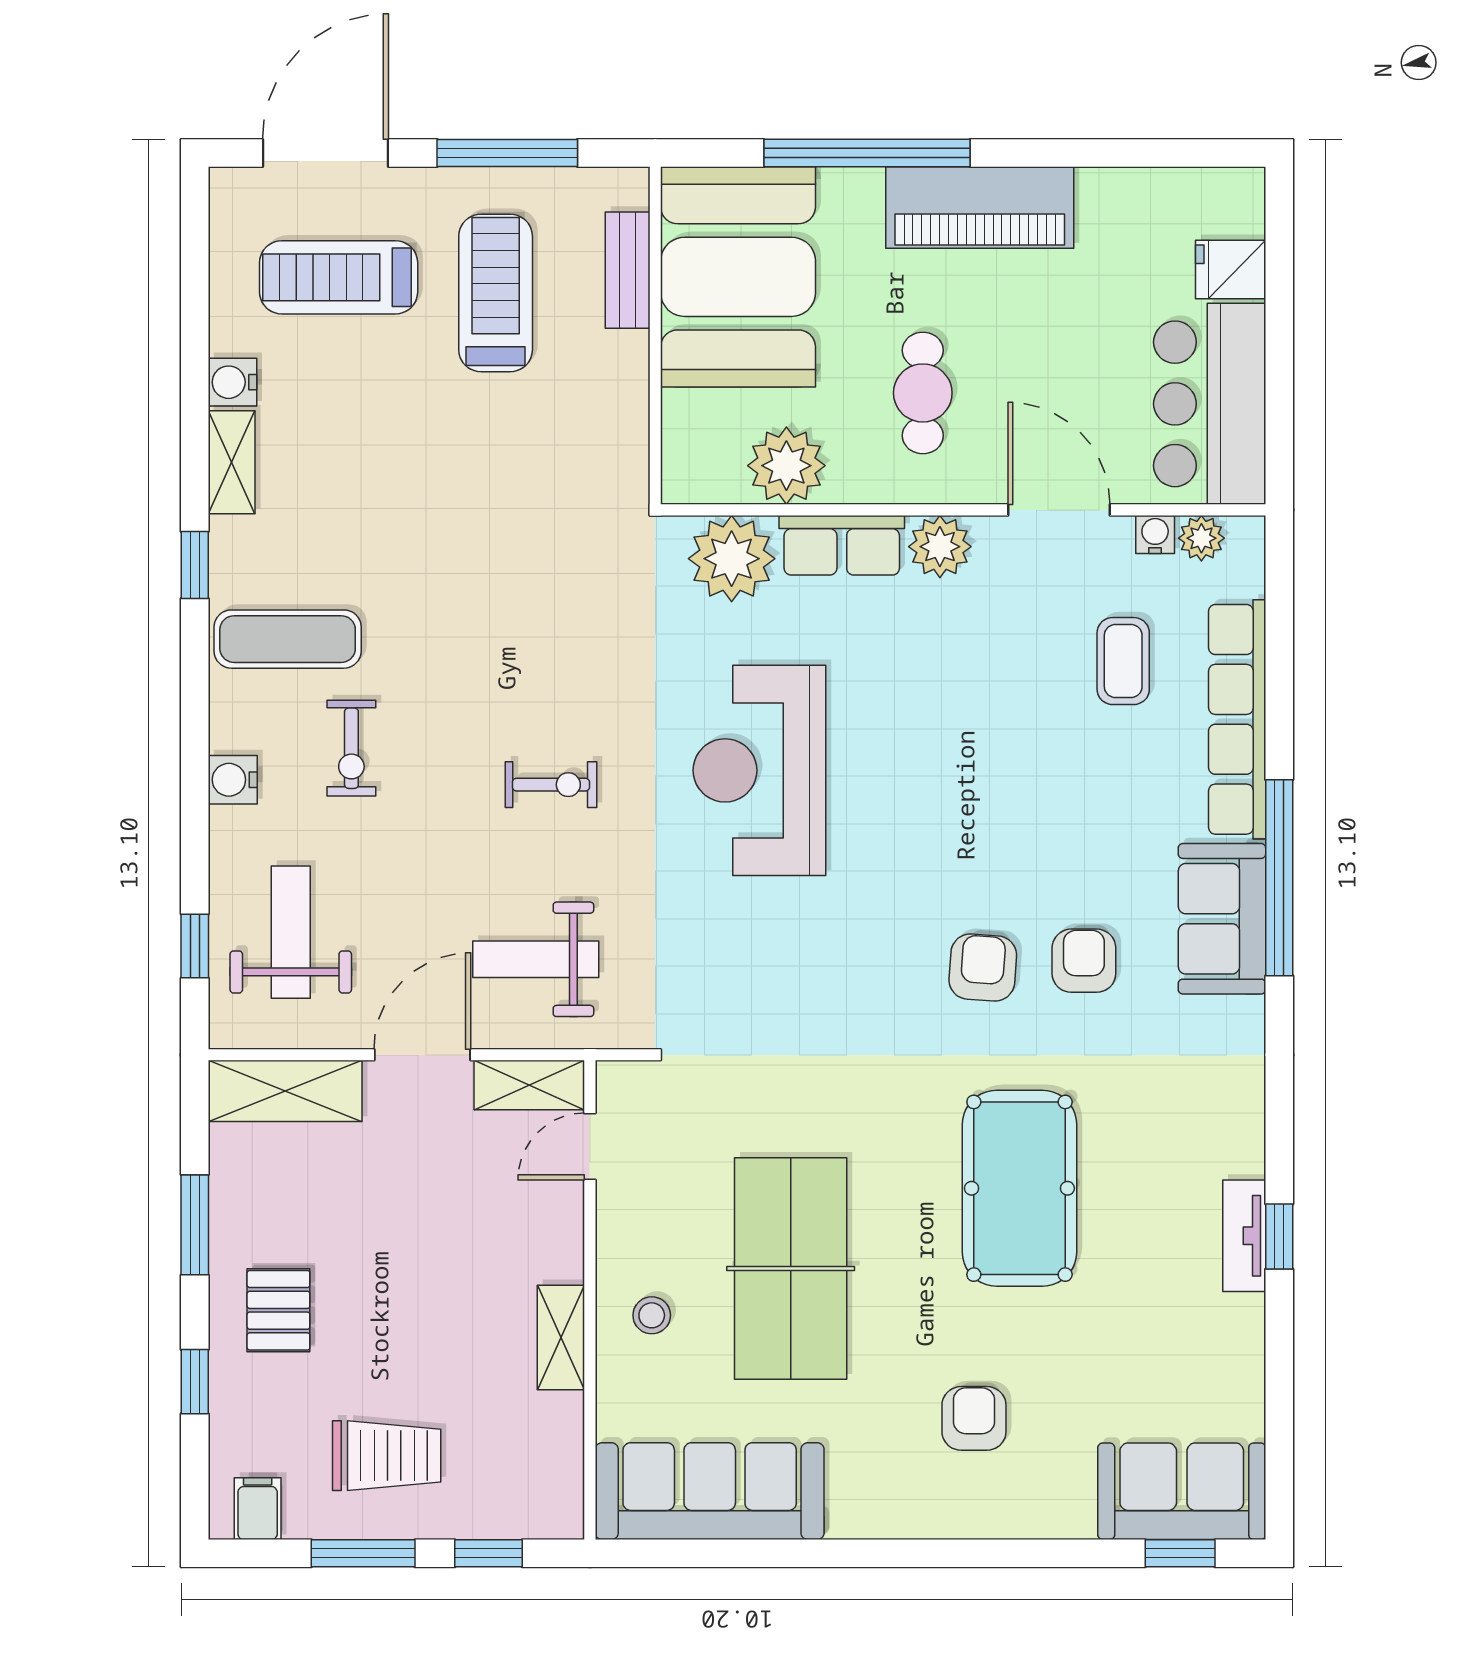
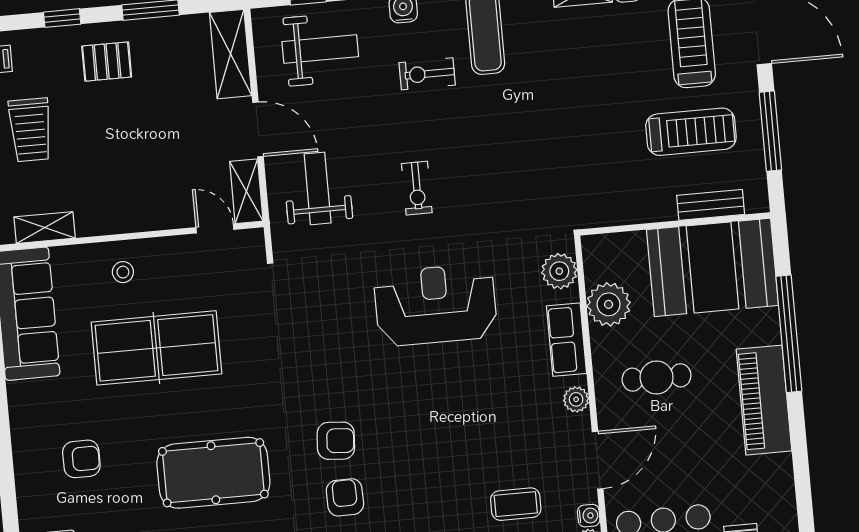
plant: (940, 547) -> (576, 399), width x0.73, depth x0.73
plant: (732, 559) -> (559, 271), width x0.73, depth x0.73
armchair: (1084, 961) -> (345, 497), turned -91
shelving: (561, 1337) -> (45, 228), moved

